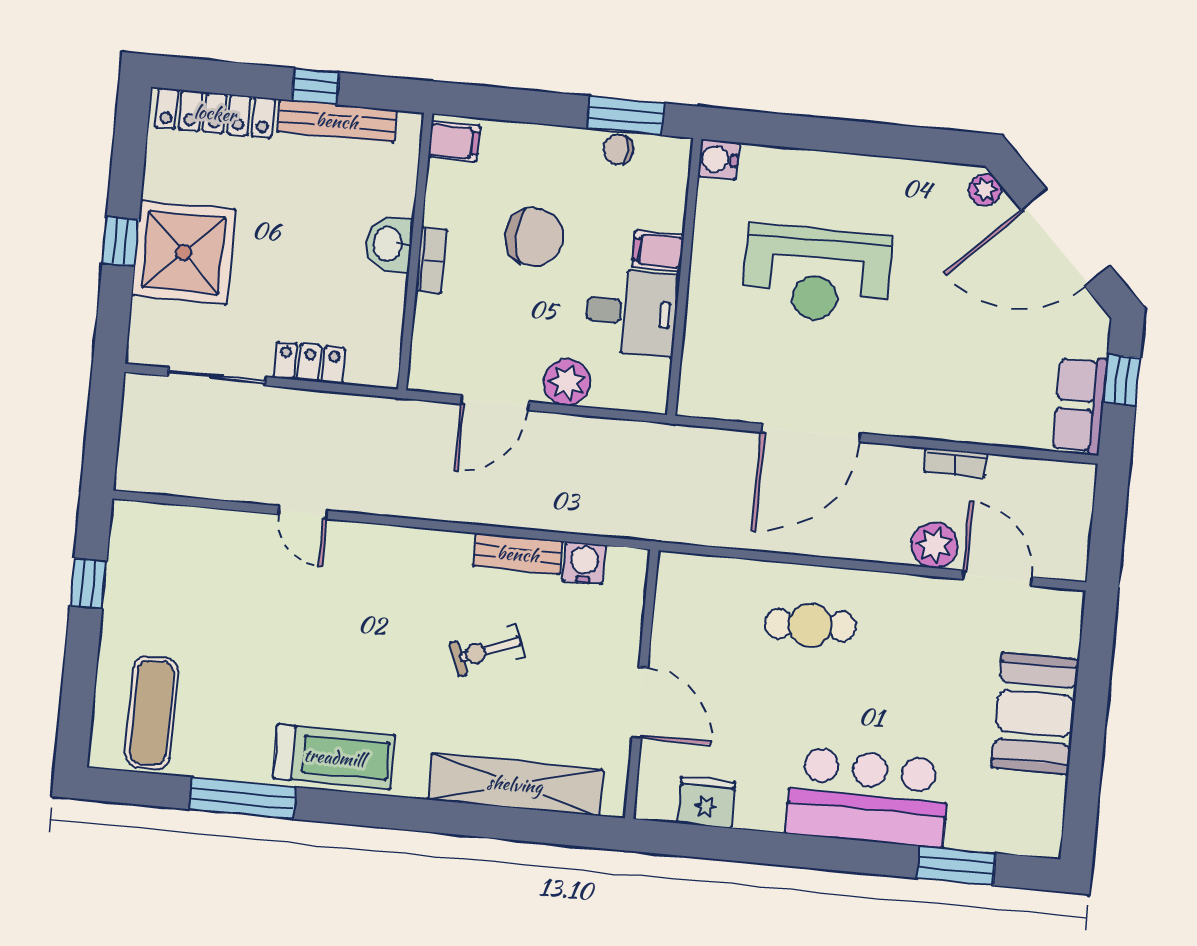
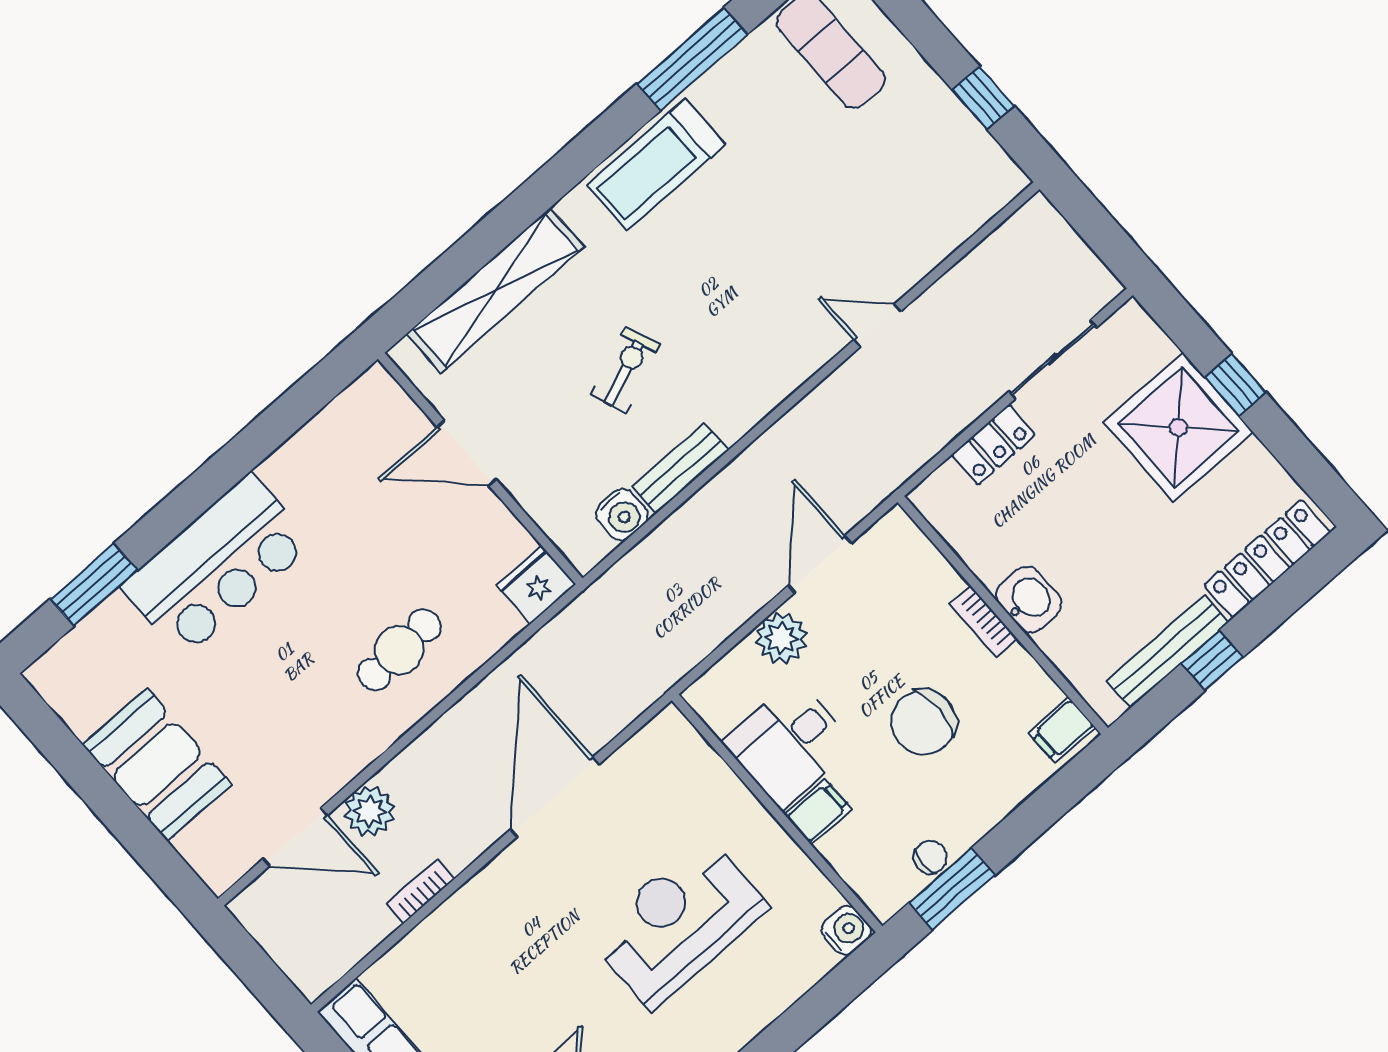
fridge: (706, 803) -> (536, 585), moved, turned 180

